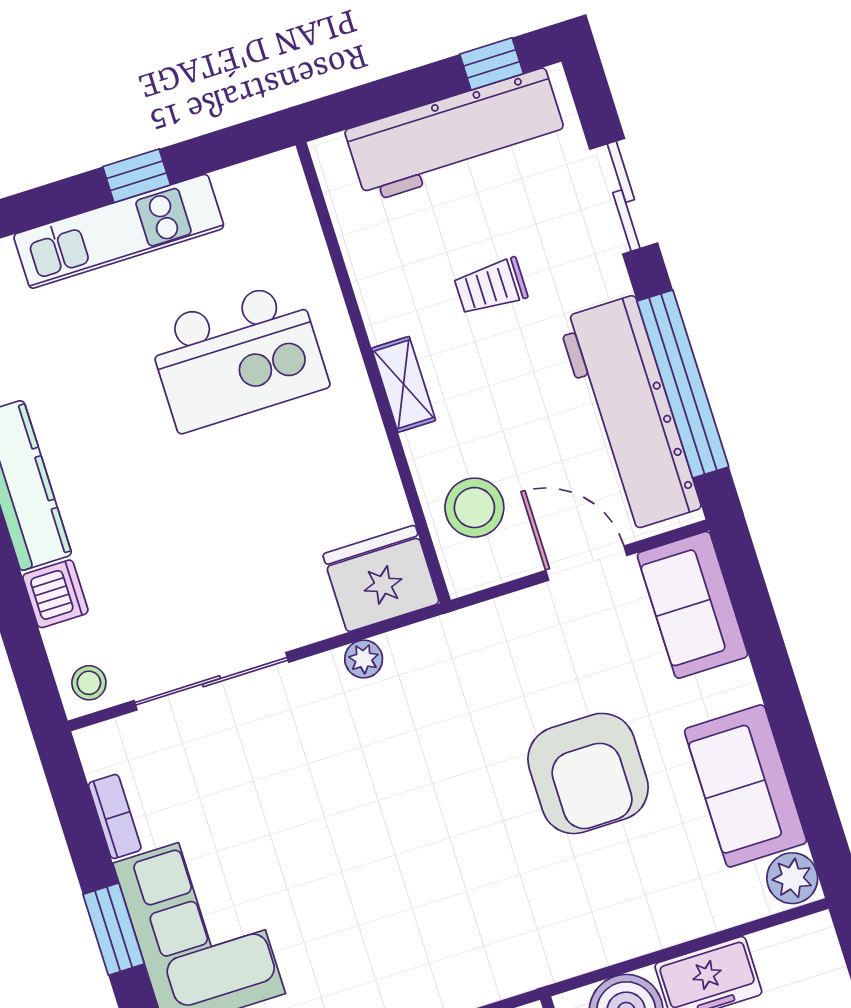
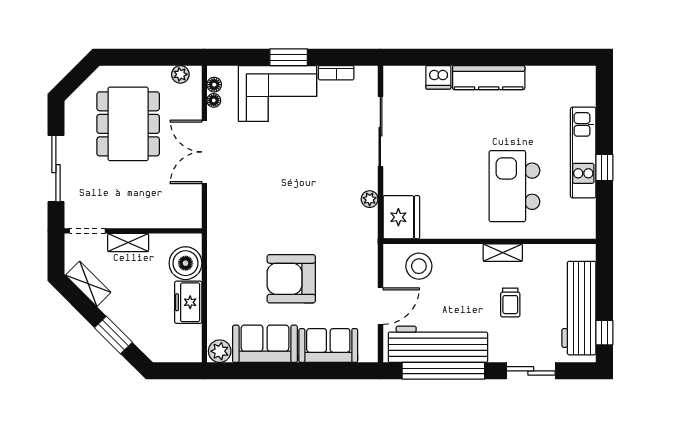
trolley: (491, 287) -> (510, 303), turned 180
shelving: (404, 384) -> (503, 253), moved
sofa: (693, 605) -> (328, 345), moved
stool: (89, 683) -> (396, 80), removed

